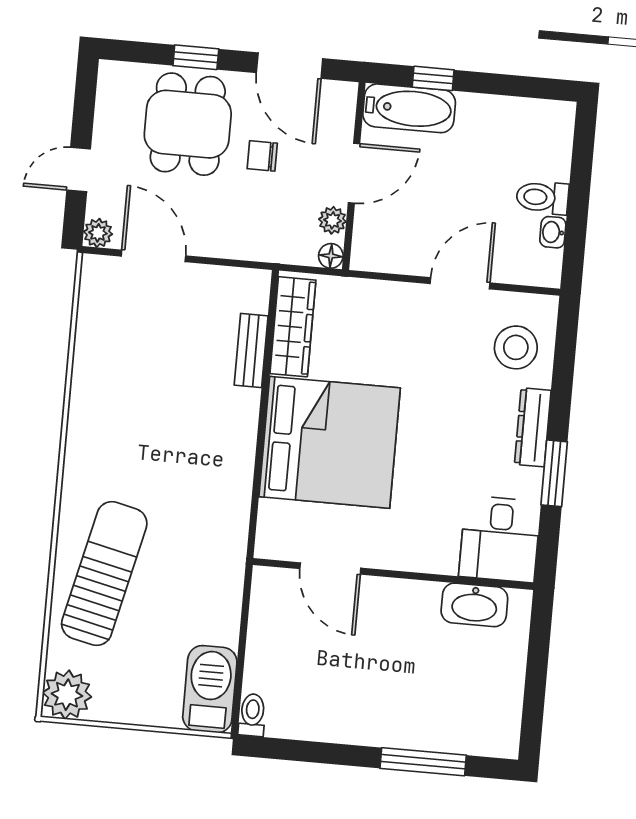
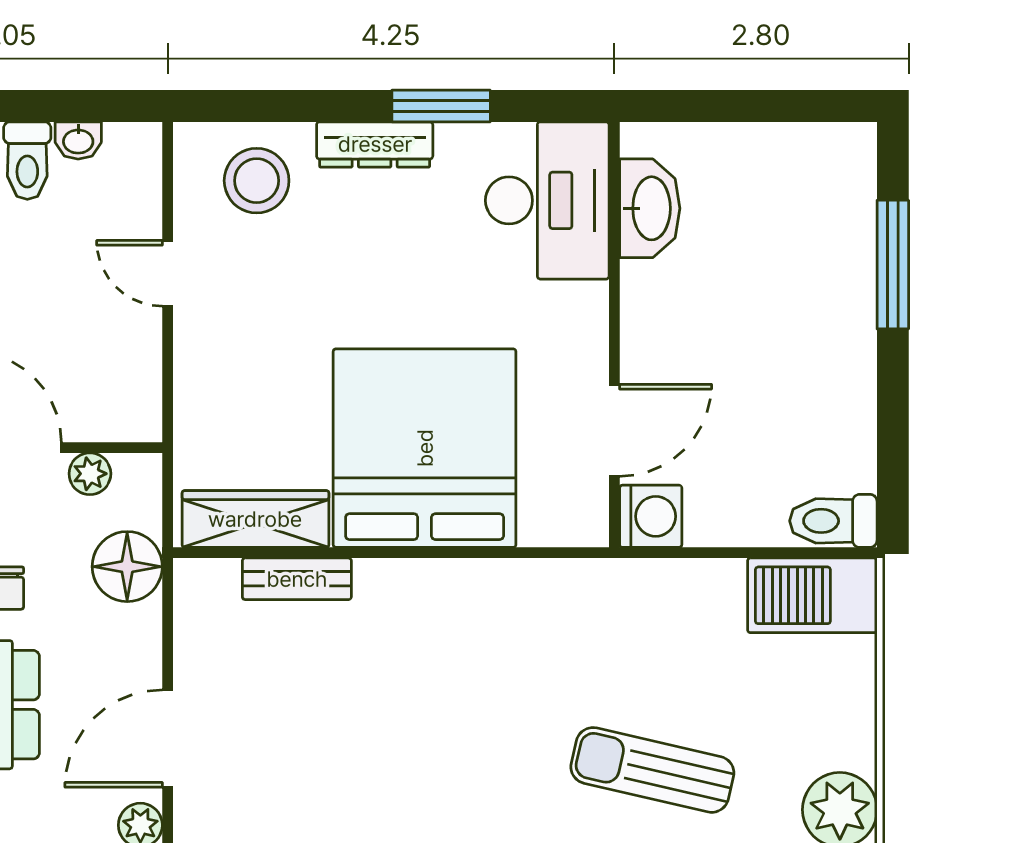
floor lamp: (331, 256) -> (127, 567), moved, width x1.89, depth x1.89
door: (460, 283) -> (168, 273), width x0.73
desk: (500, 539) -> (547, 200), width x1.37
sun lounger: (104, 574) -> (652, 770), width x0.73, depth x0.75
washing machine: (271, 587) -> (651, 516), added
toilet: (252, 715) -> (833, 521), width x1.37, depth x1.39

